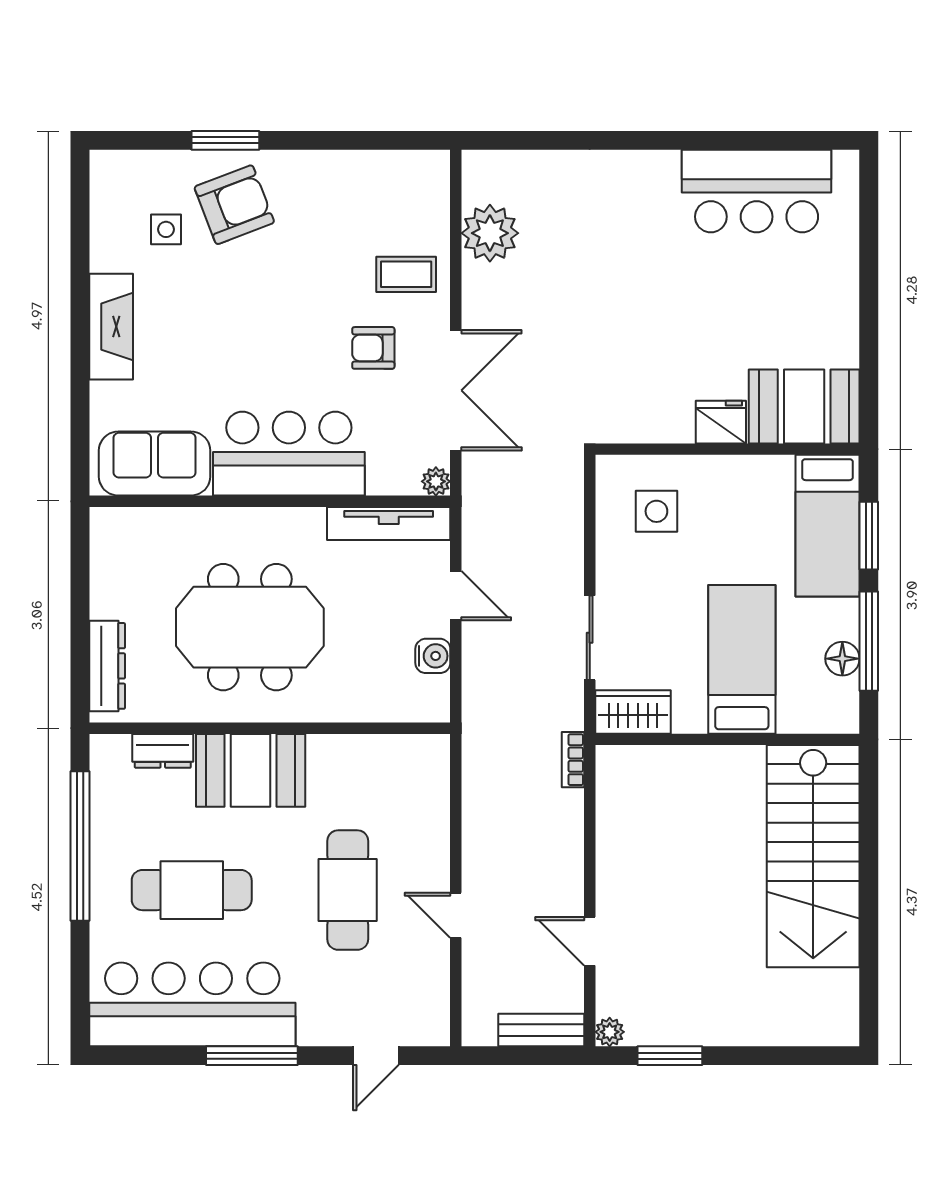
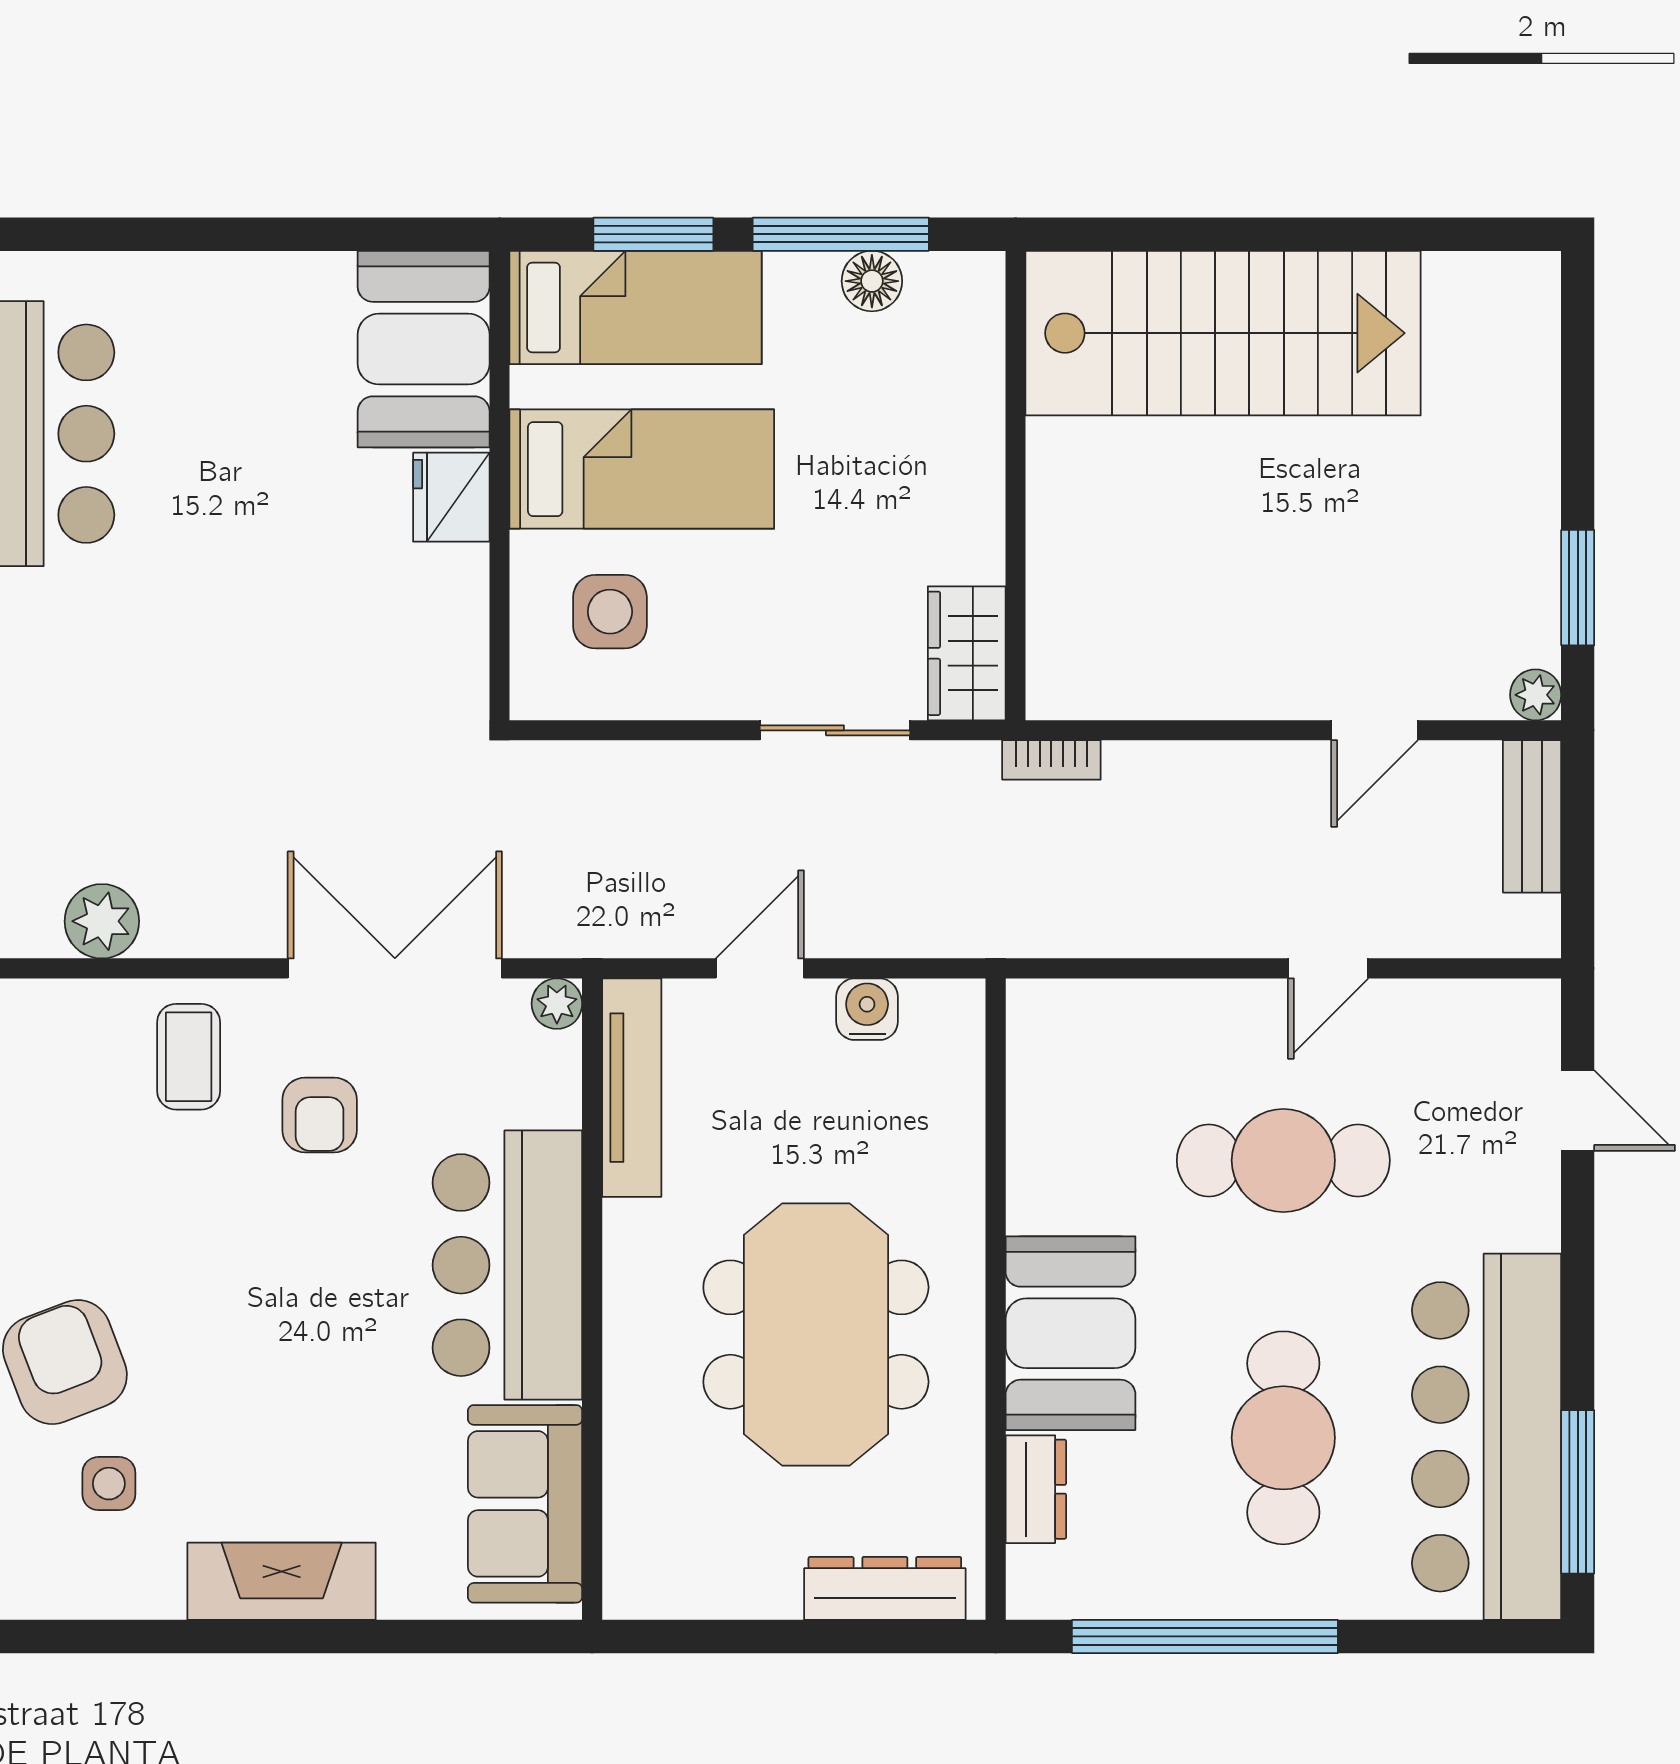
plant: (490, 233) -> (102, 921), width x0.73, depth x0.73
bed: (742, 659) -> (642, 469), moved, turned 180
window: (252, 1056) -> (1578, 1492), moved

